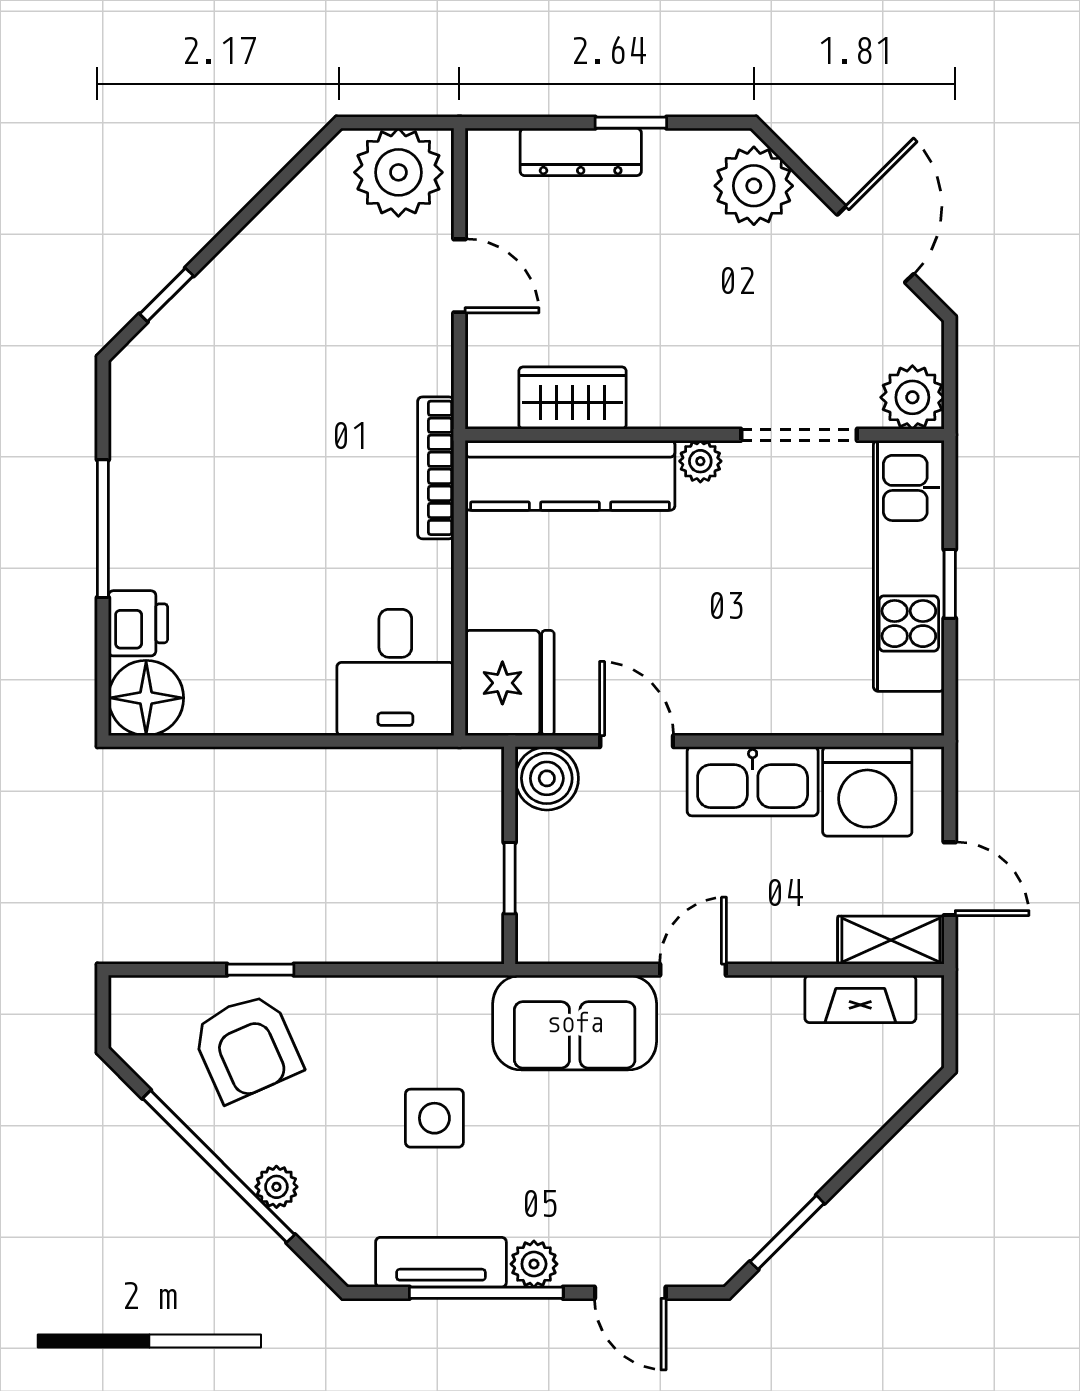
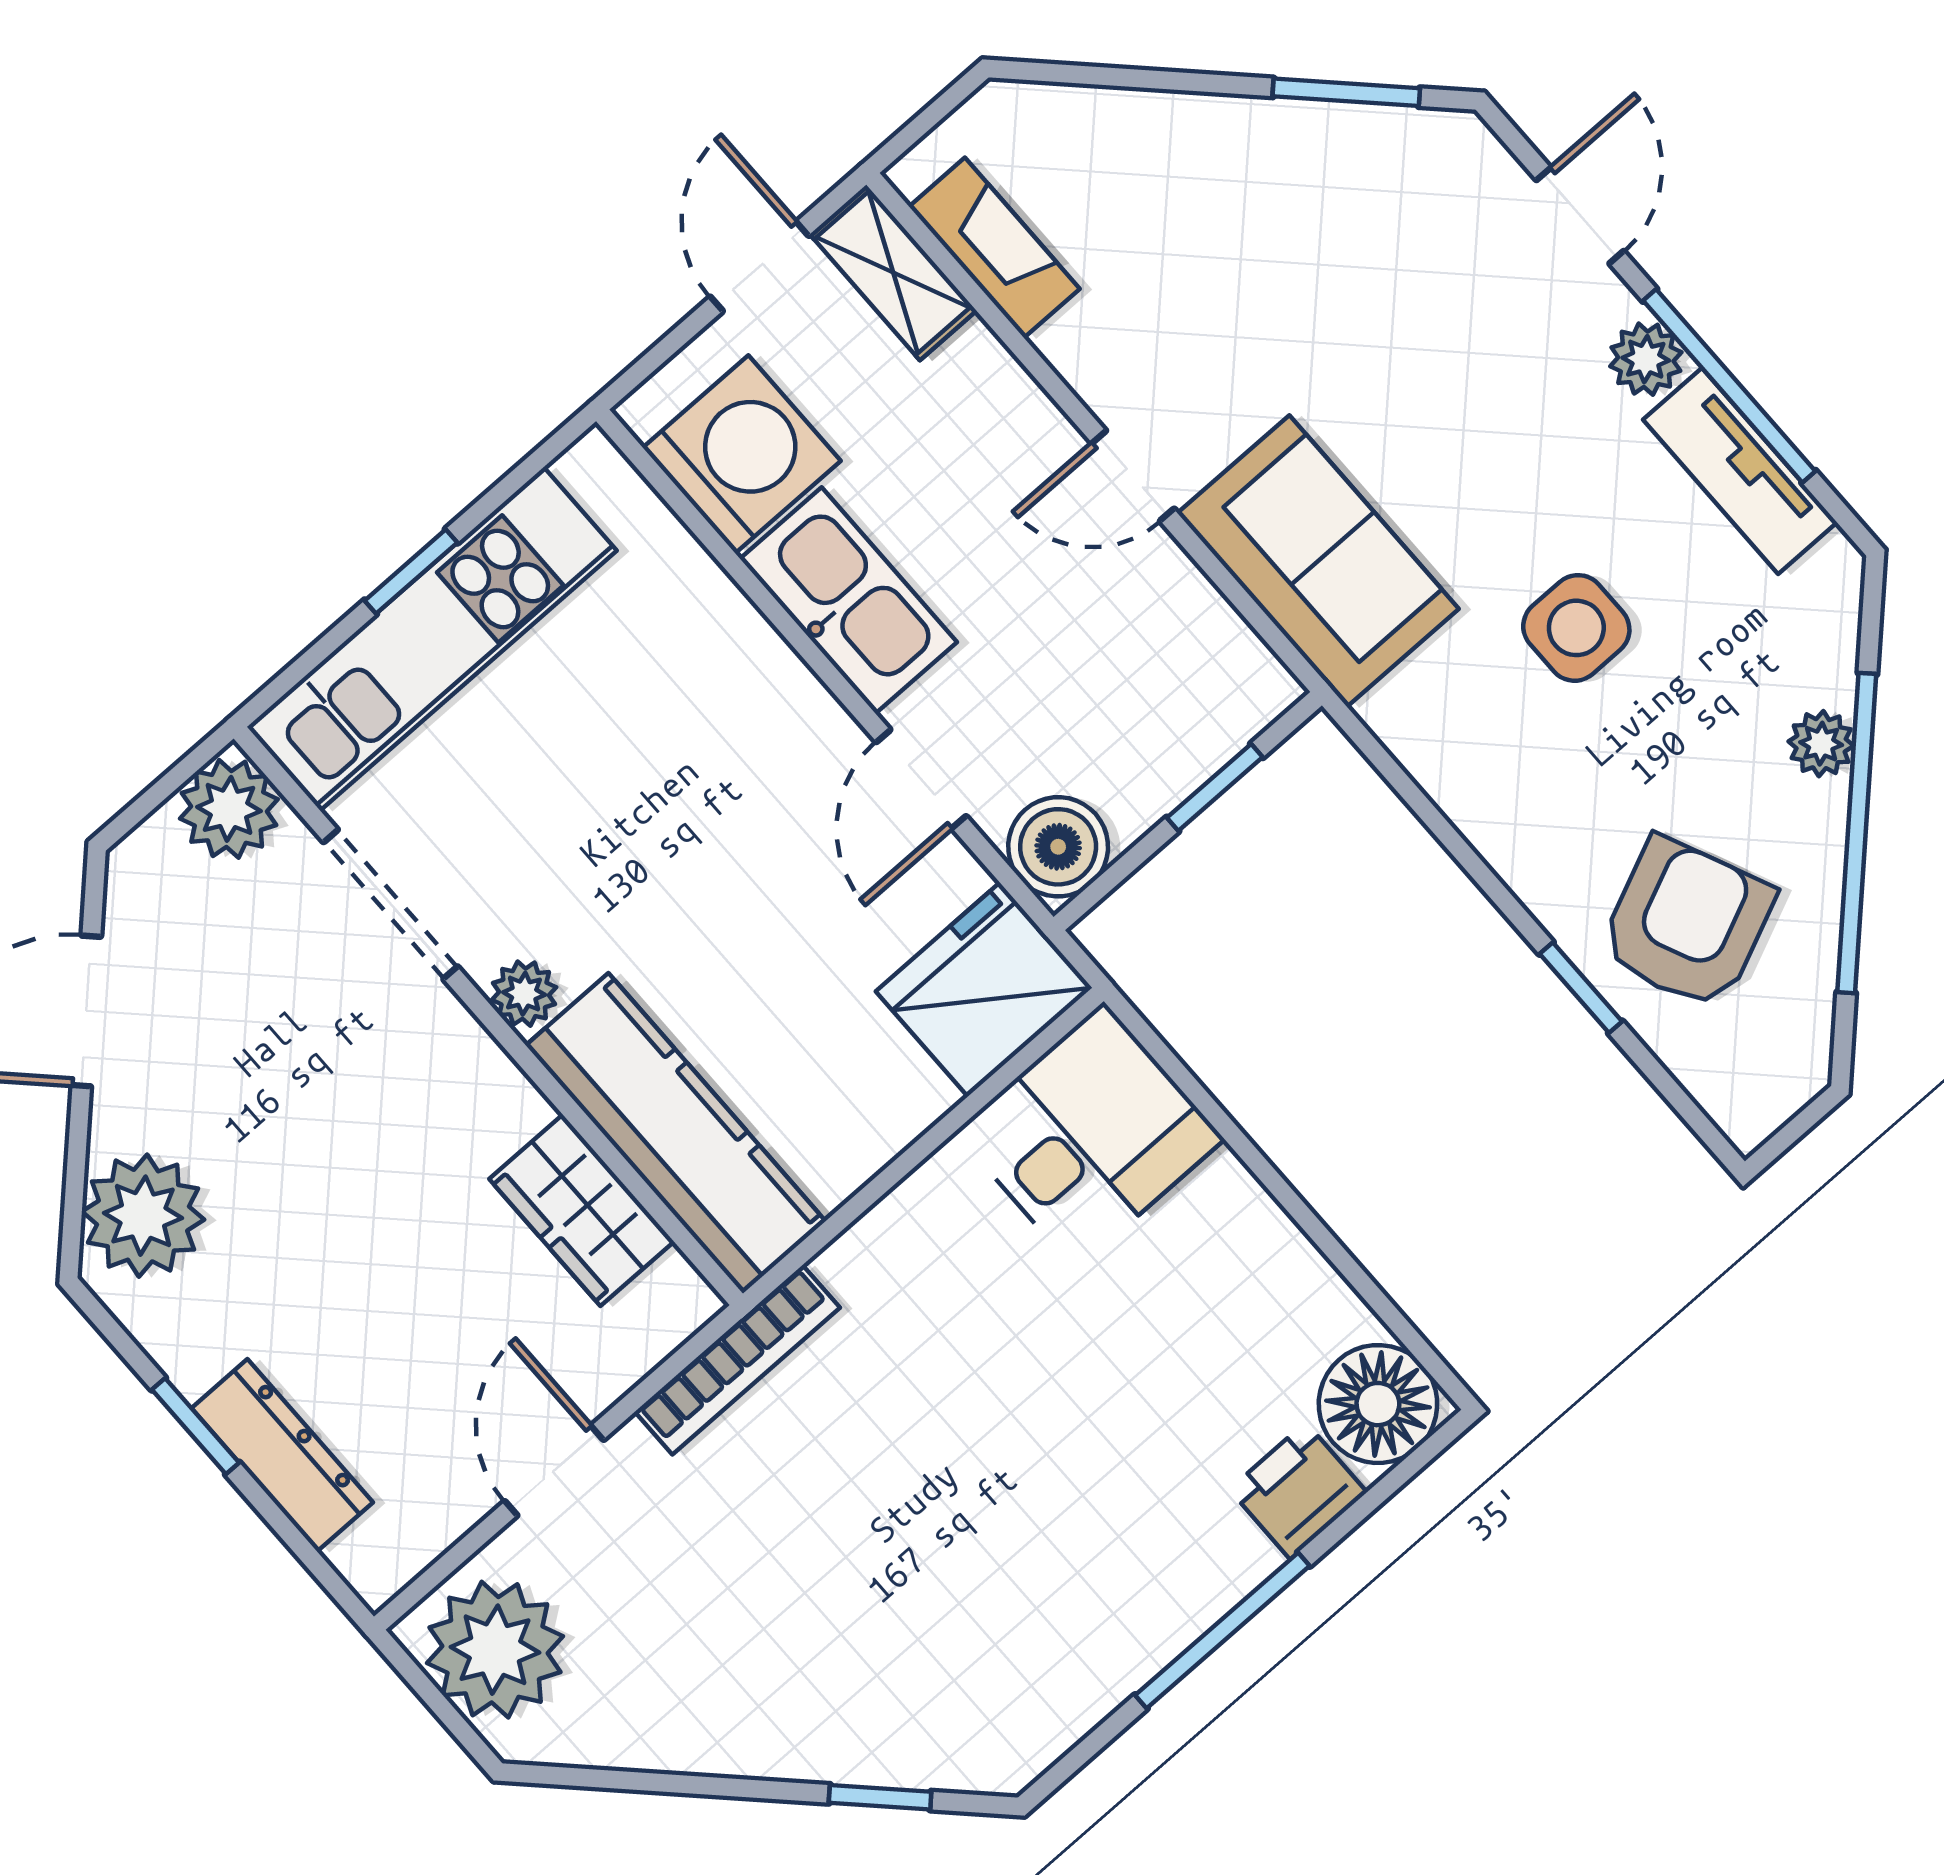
bookcase: (436, 468) -> (737, 1360), moved

